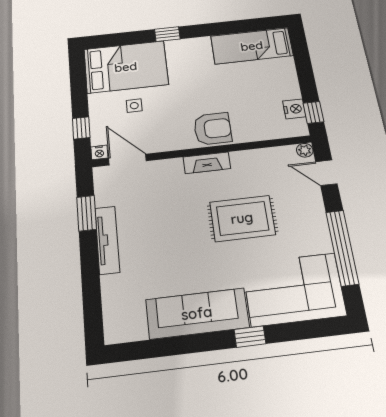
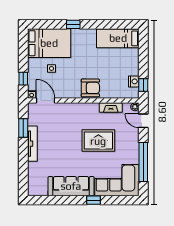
fireplace: (207, 163) -> (111, 107), moved

